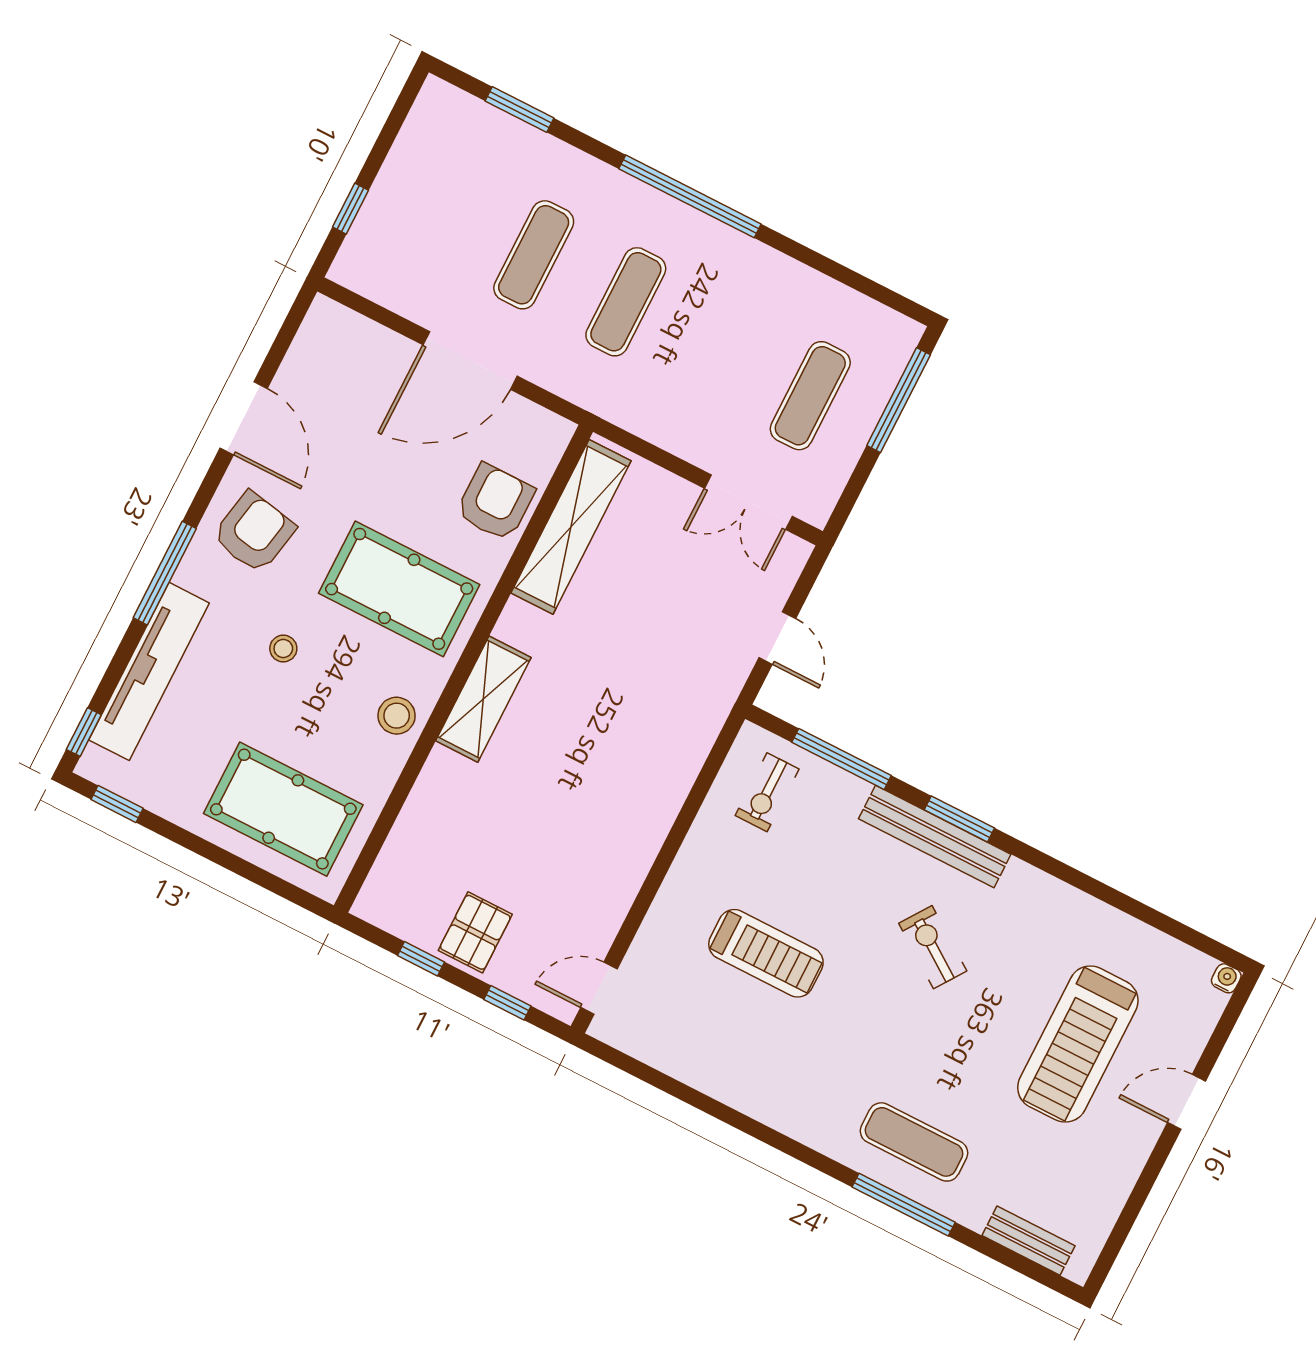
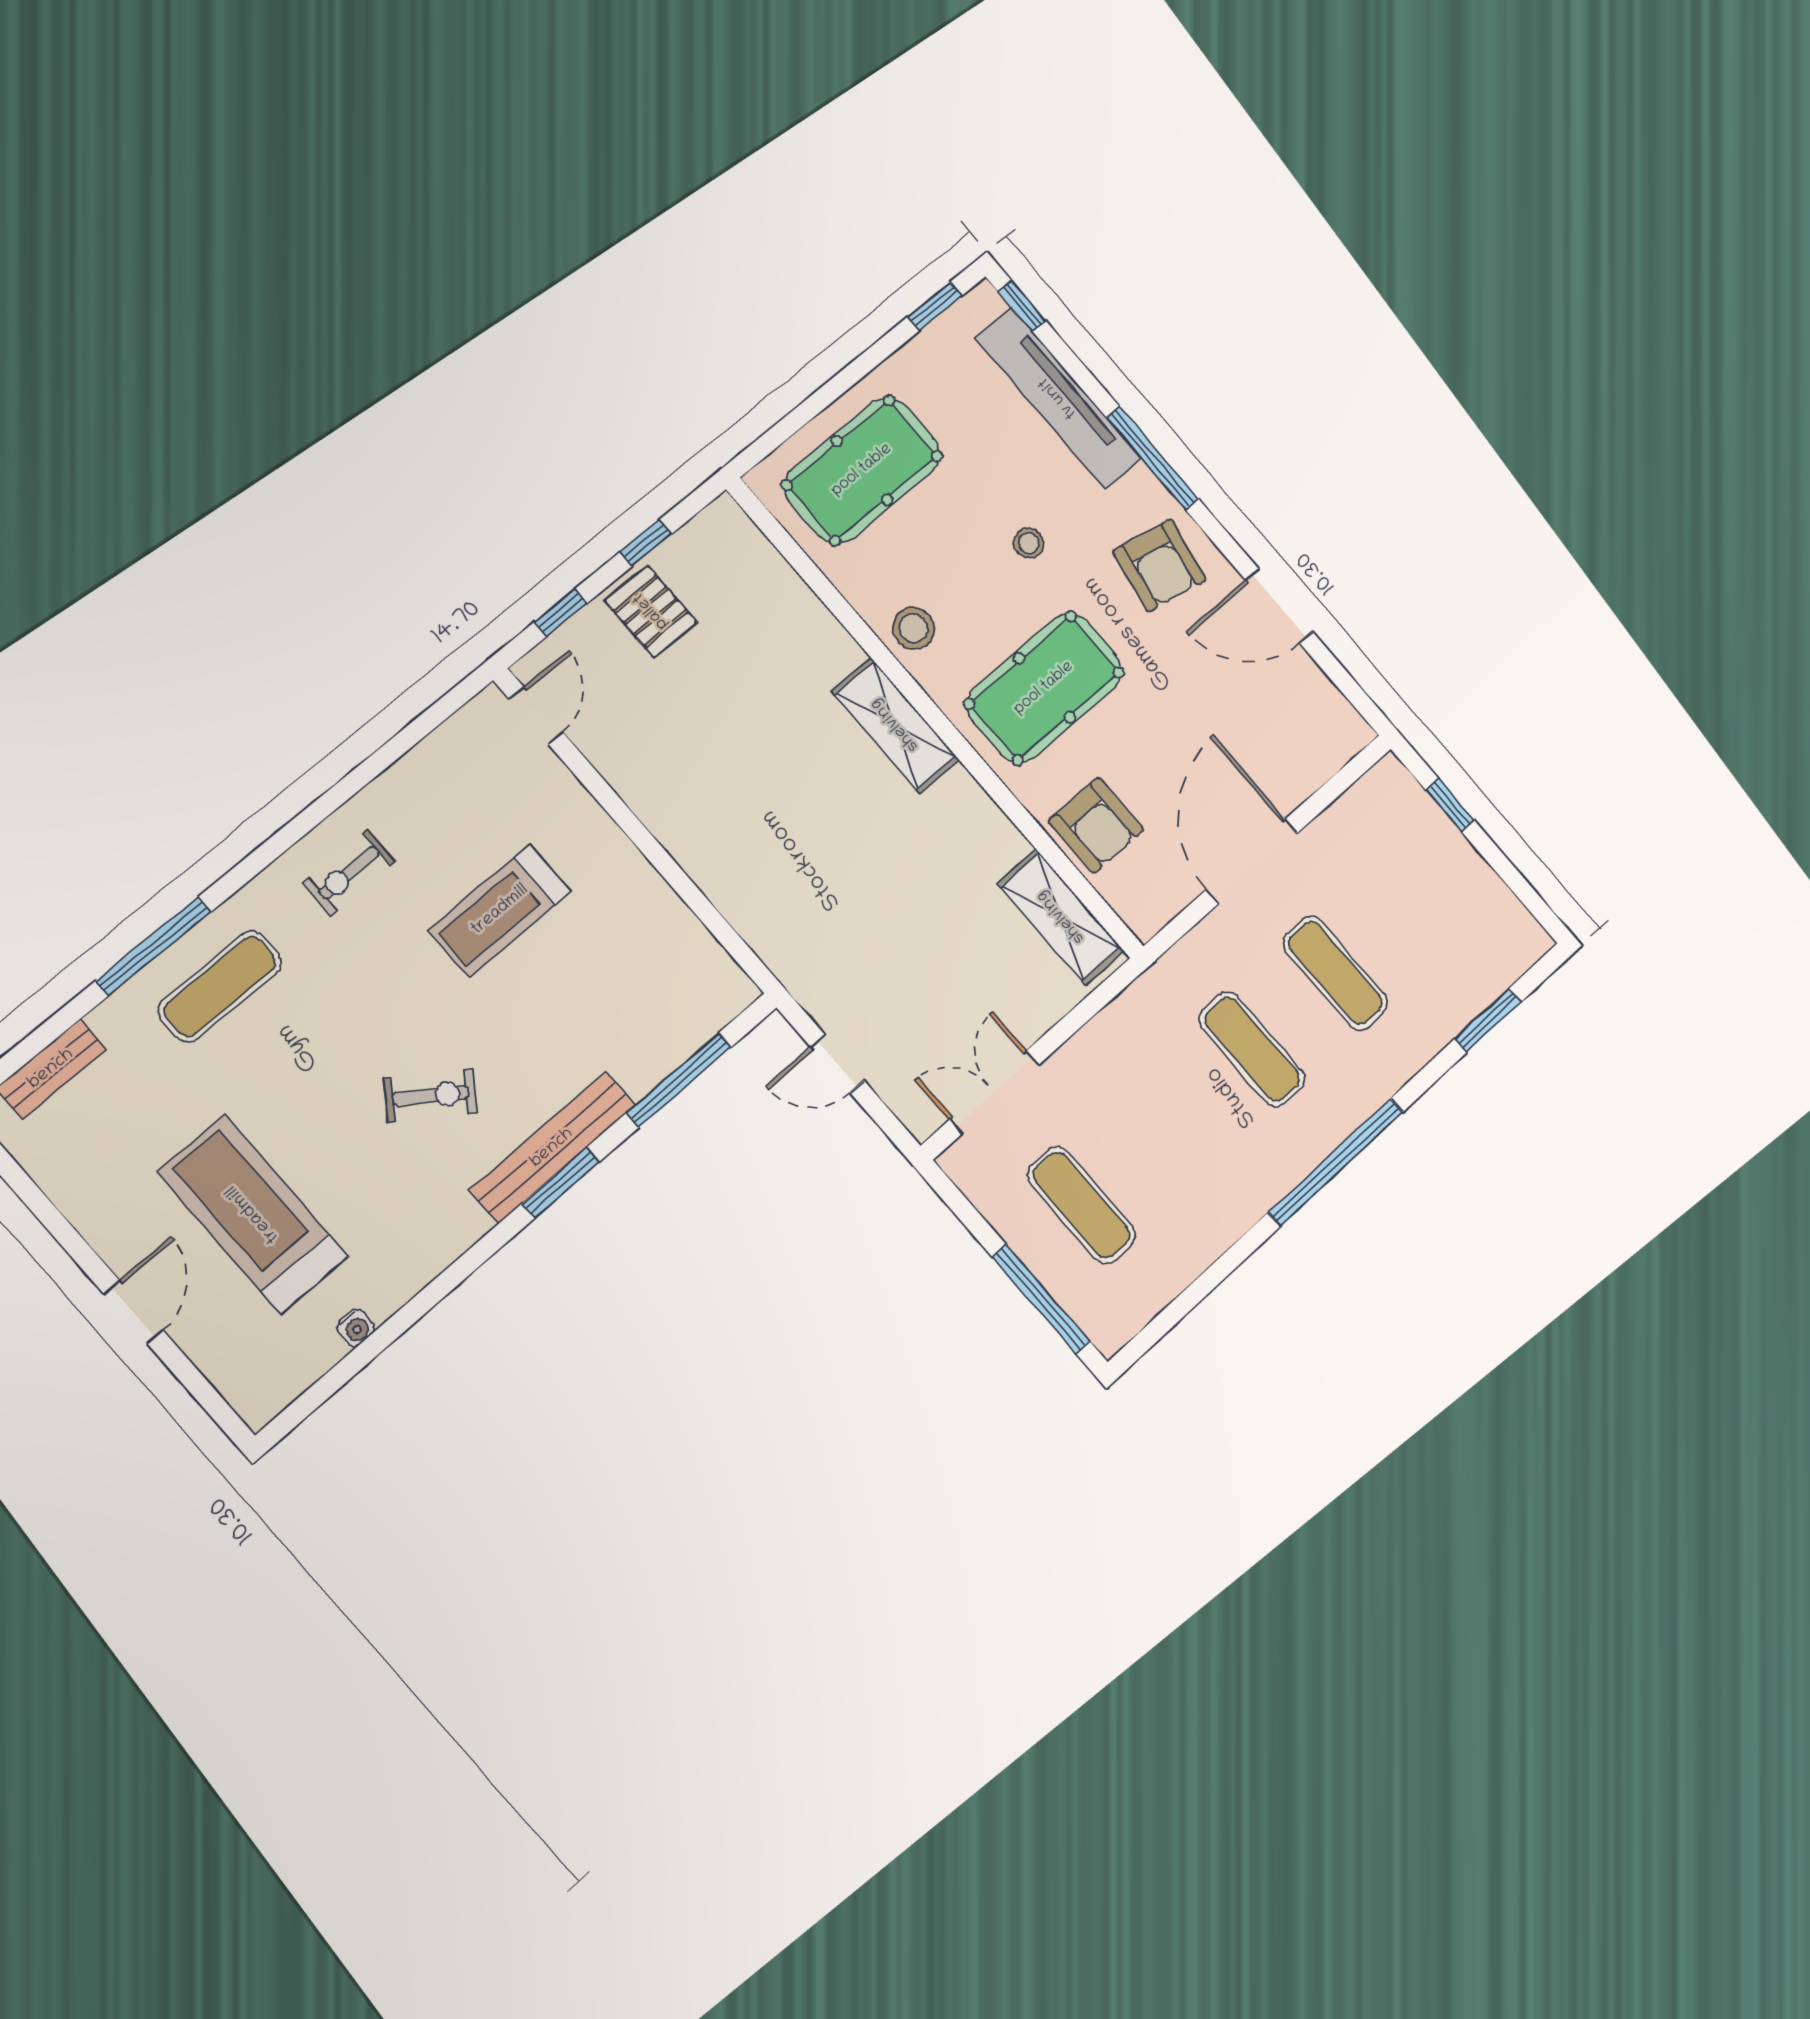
shelving: (571, 527) -> (1061, 917), width x0.68
exercise bike: (767, 792) -> (349, 872), moved, turned -90
water cooler: (1226, 978) -> (356, 1328), moved

